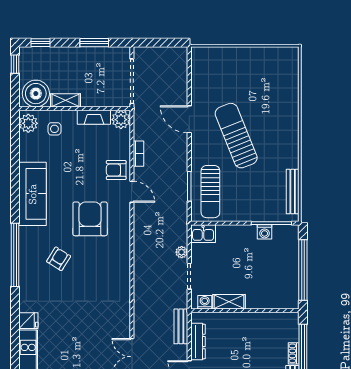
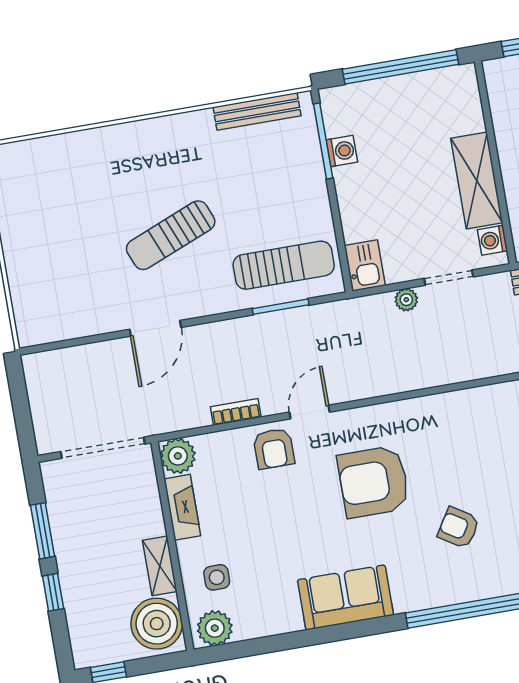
window: (40, 43) -> (53, 592), moved
sun lounger: (236, 136) -> (171, 235), width x0.73, depth x0.75
sofa: (33, 194) -> (345, 597), width x0.73
shelving: (229, 302) -> (477, 181), width x1.50, depth x1.33

